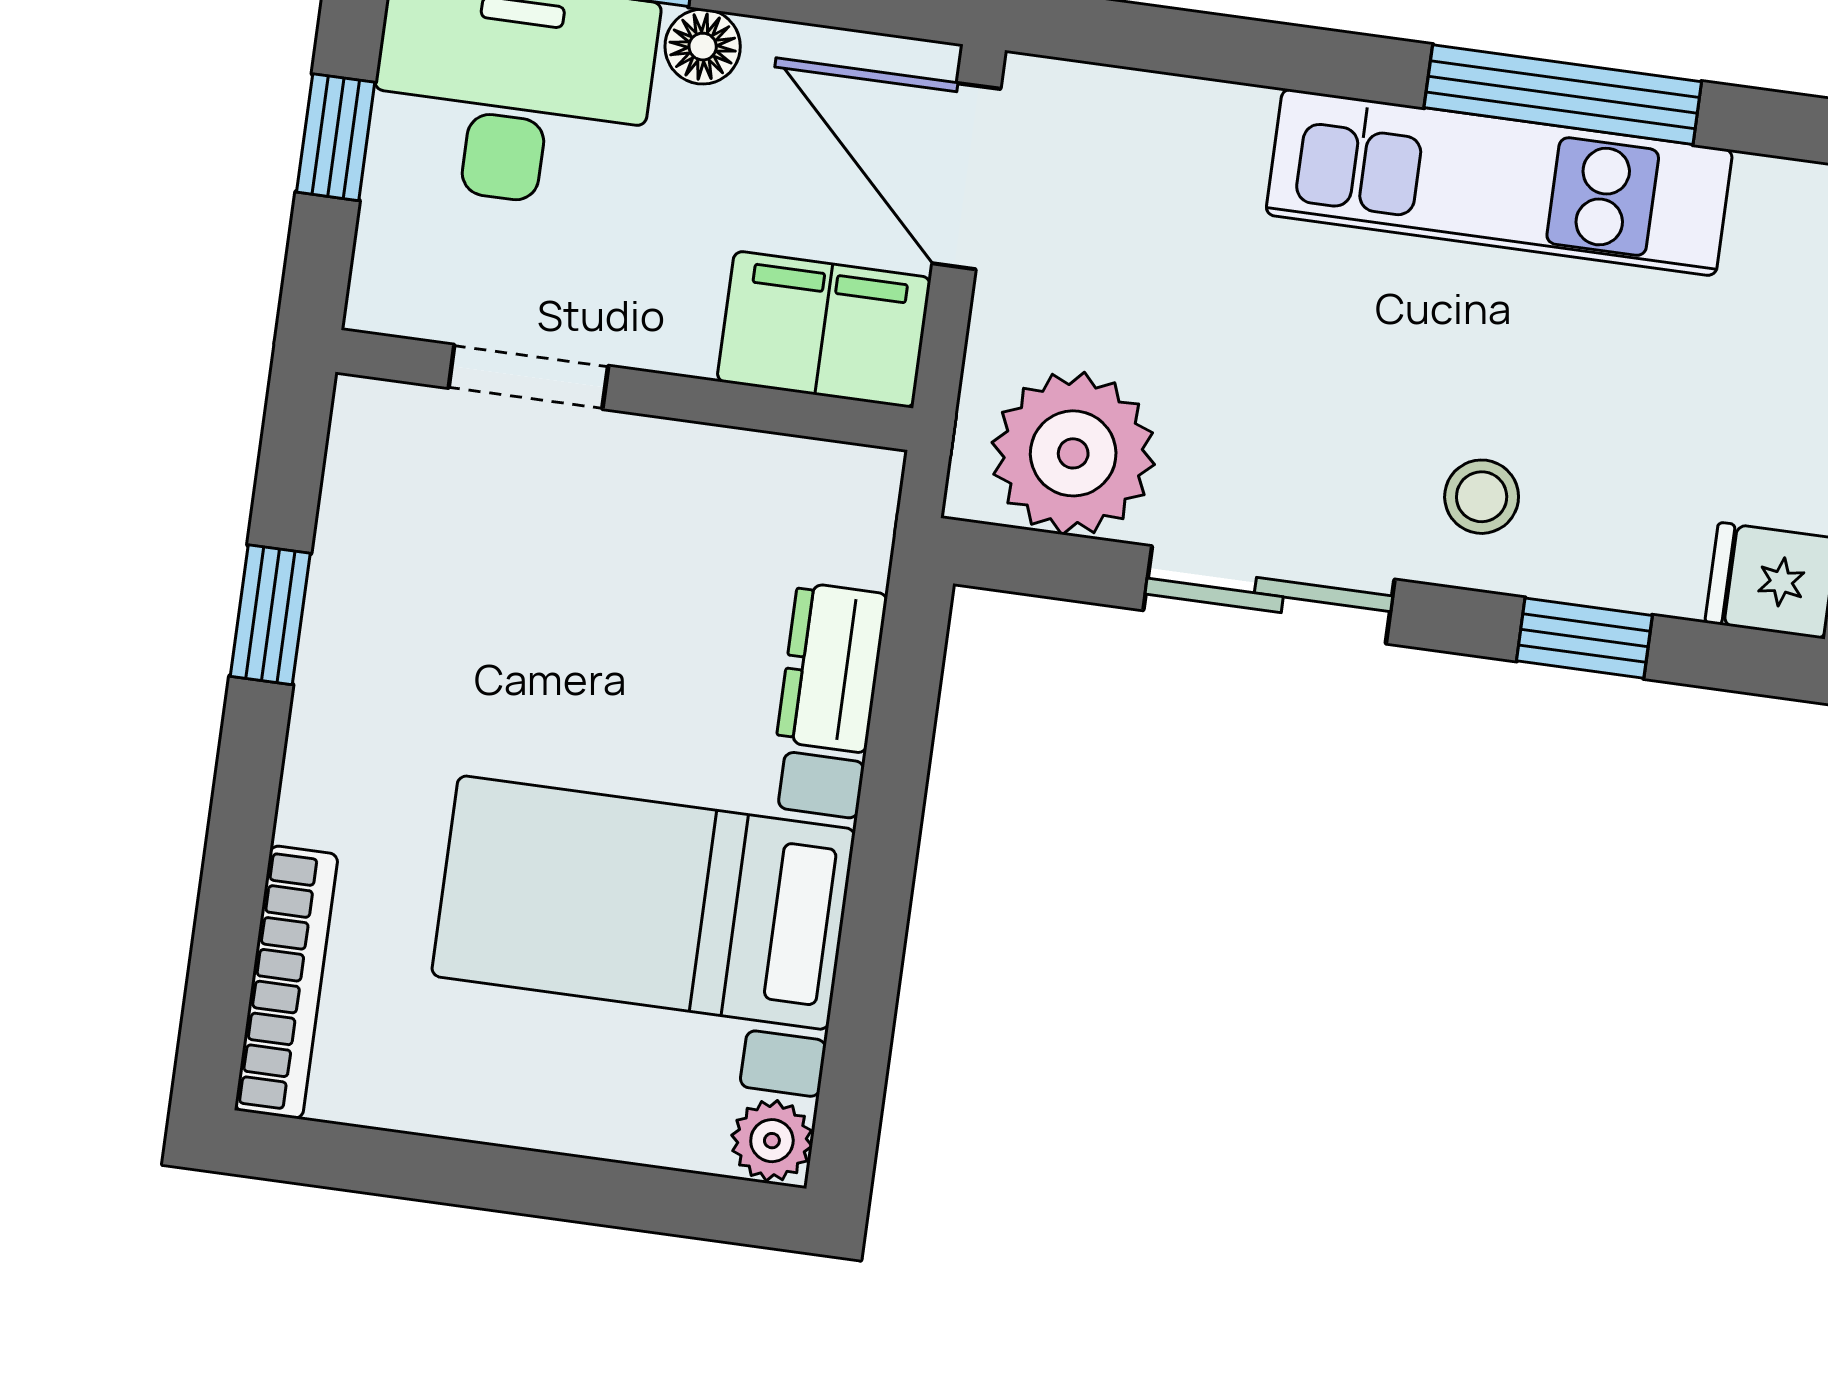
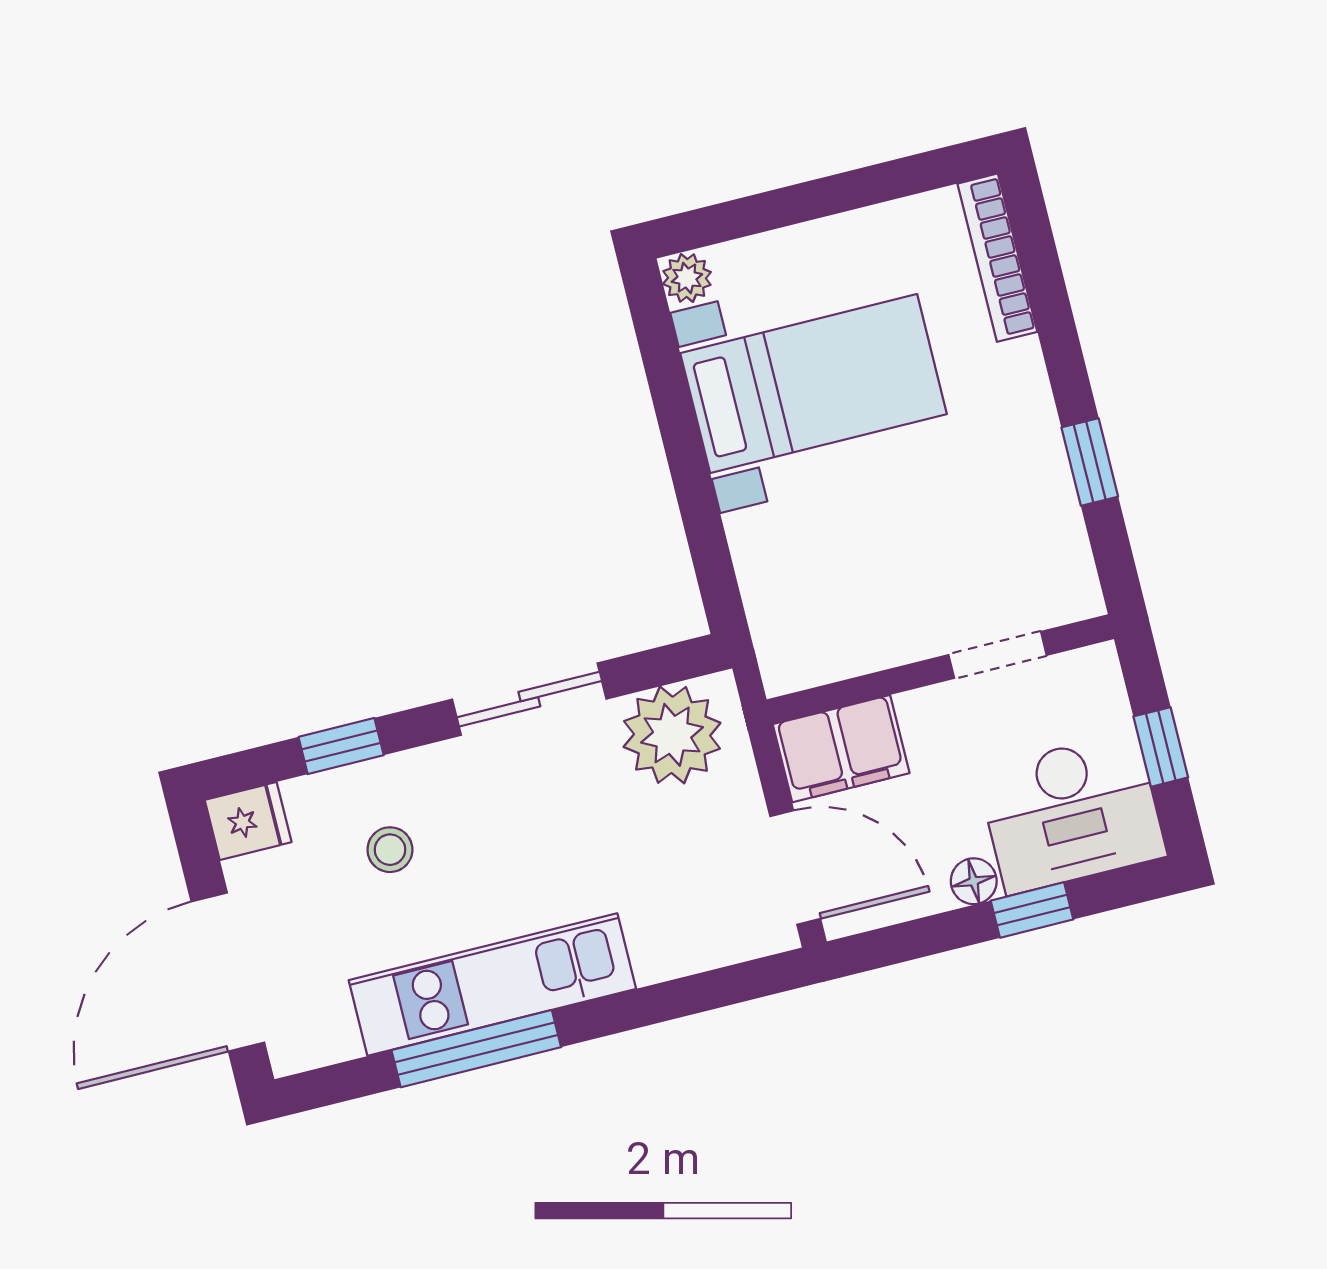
stool: (1482, 497) -> (390, 850), moved
dresser: (832, 668) -> (760, 559), removed

